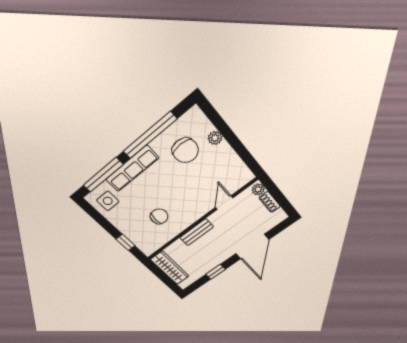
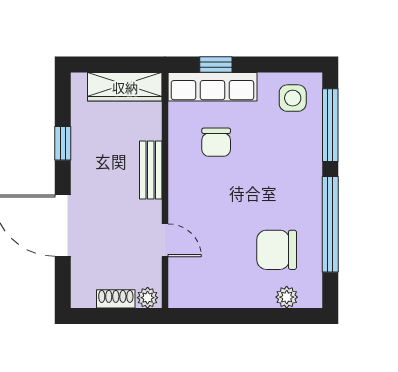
plant: (215, 138) -> (287, 297), moved
row of seats: (132, 169) -> (212, 87), moved, turned -90

